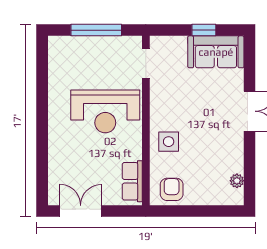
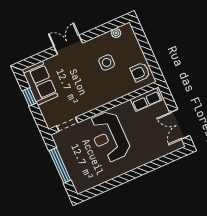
reception desk: (105, 111) -> (109, 137), turned 180
side table: (169, 142) -> (107, 62), moved

